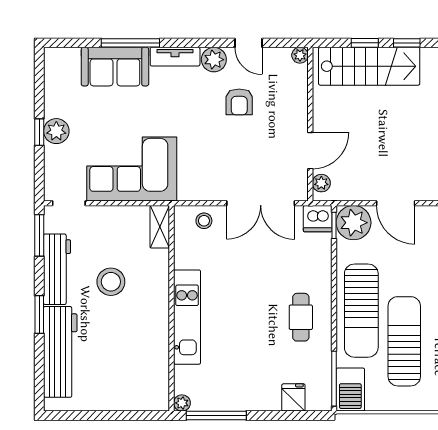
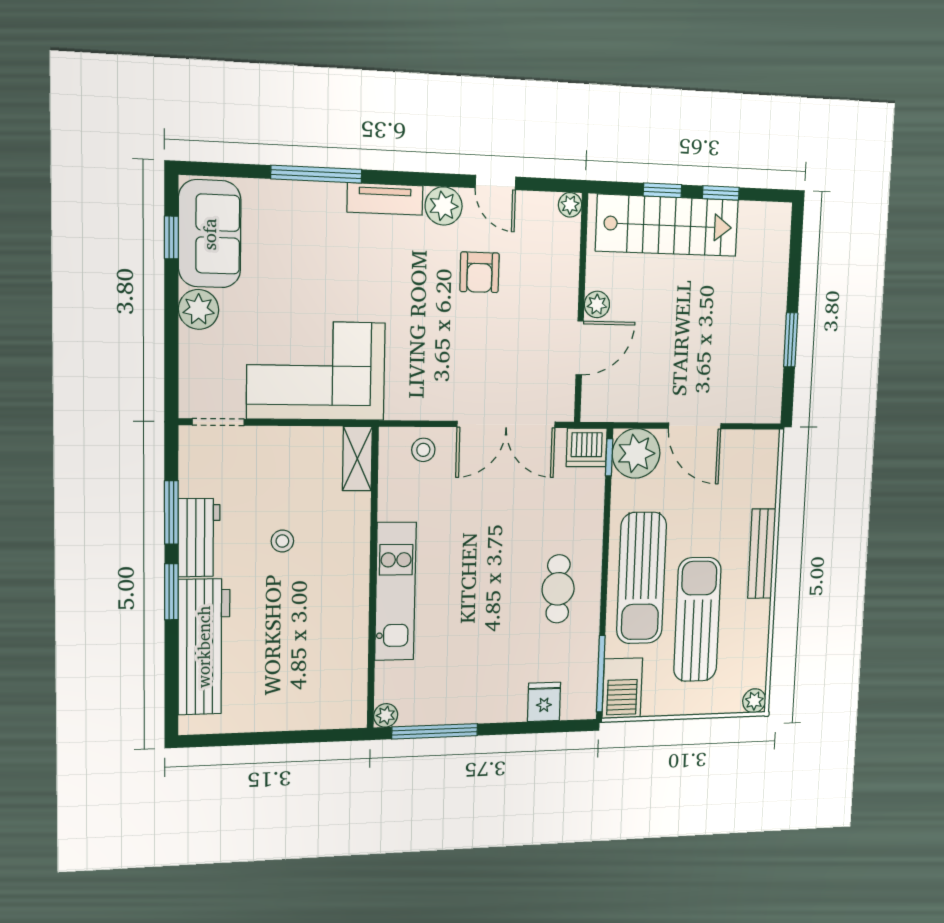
sofa: (115, 67) -> (210, 234), moved, turned -90
window: (39, 132) -> (171, 237), moved
plant: (321, 183) -> (597, 304), moved
window: (39, 235) -> (171, 512), moved
workbench: (57, 269) -> (199, 538), width x0.73
stool: (111, 282) -> (282, 541), width x0.53, depth x0.53

